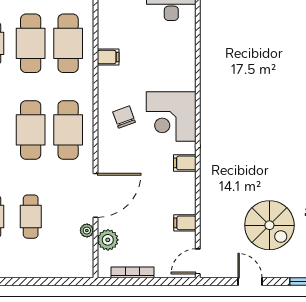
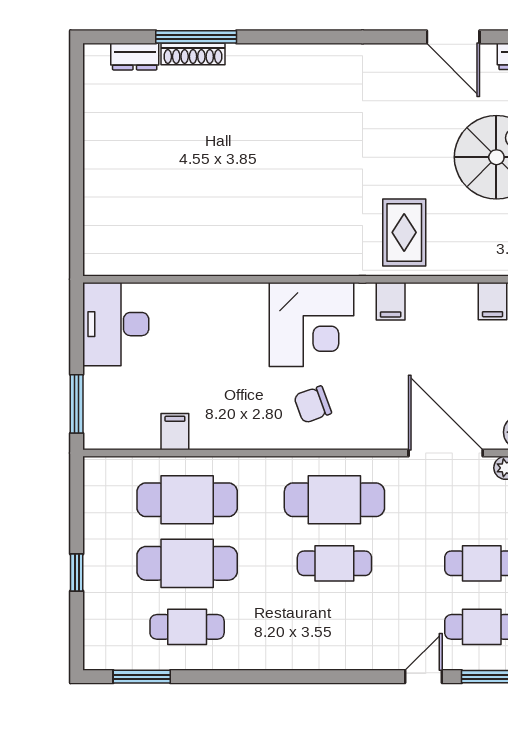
filing cabinet: (108, 57) -> (175, 432), moved
cafe table: (31, 130) -> (334, 563), width x0.73, depth x0.74
rug: (225, 171) -> (404, 232), added

